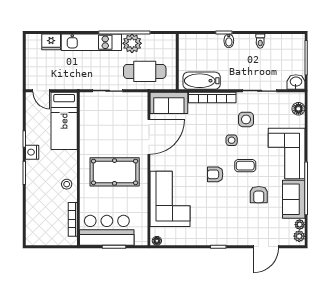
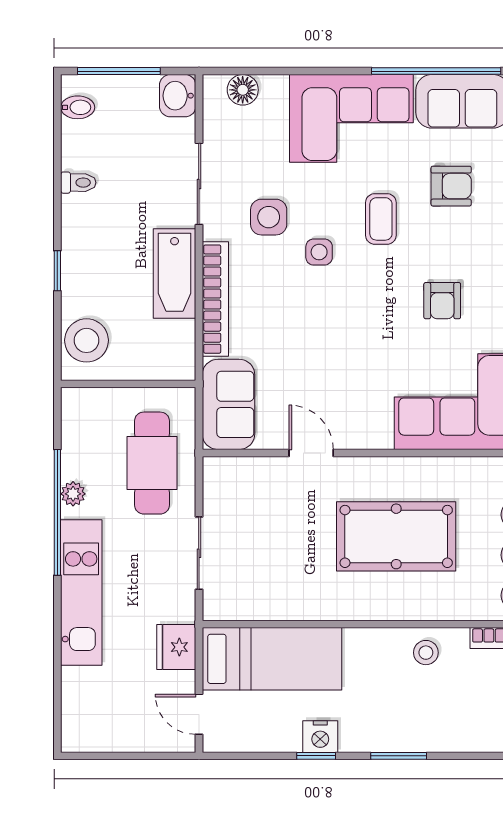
bidet: (229, 41) -> (78, 107), moved
fridge: (51, 42) -> (176, 647), moved, turned 180
plant: (132, 43) -> (73, 494), width x0.53, depth x0.53
stool: (195, 44) -> (86, 340), added
bathtub: (202, 81) -> (175, 274), moved
door: (41, 91) -> (199, 714), swing flipped
door: (149, 137) -> (311, 453), width x0.53
nightstand: (32, 152) -> (320, 737), moved
pool table: (115, 172) -> (396, 536), turned 90
armchair: (215, 174) -> (442, 301), moved

